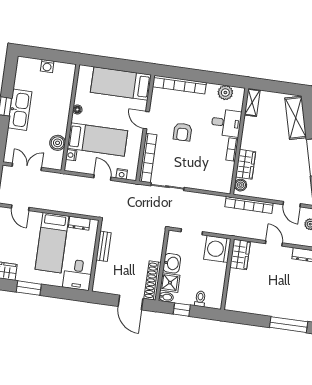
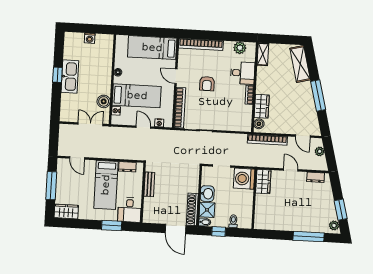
double door: (27, 167) -> (91, 124), moved
window: (29, 288) -> (112, 226), moved

